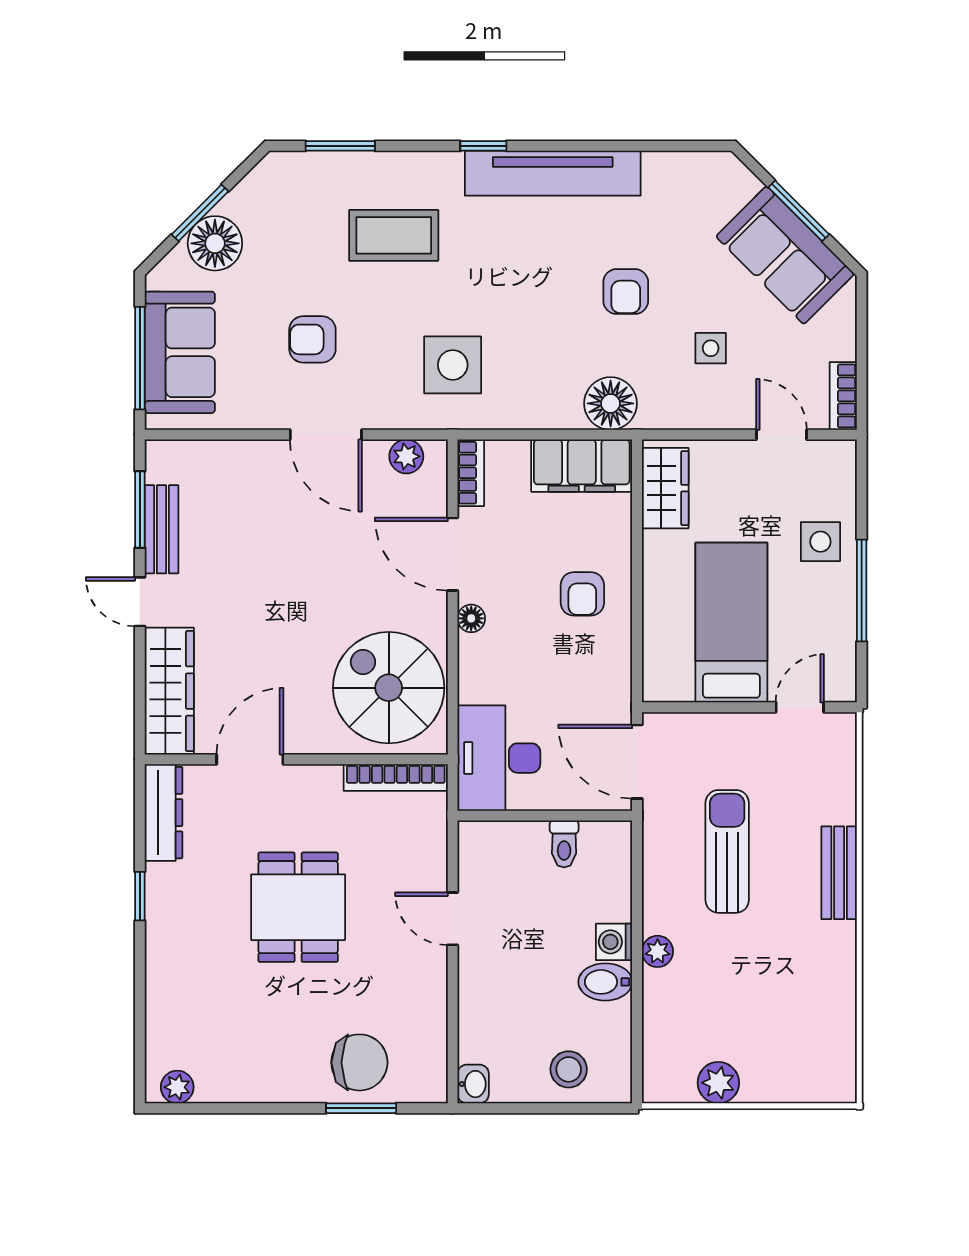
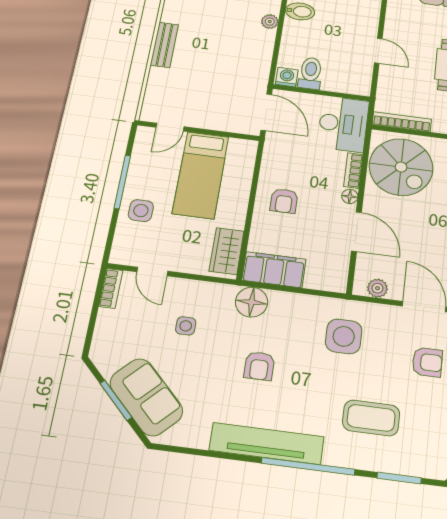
window: (483, 146) -> (308, 466), width x3.17
sofa: (785, 255) -> (146, 397), moved
armchair: (626, 292) -> (259, 366), moved, turned 180
bookcase: (471, 473) -> (353, 171), moved
armchair: (582, 594) -> (284, 201), turned 180
toilet: (564, 844) -> (310, 73), width x1.37, depth x1.39
sun lounger: (727, 851) -> (224, 63), removed
washing machine: (614, 942) -> (287, 77), moved, turned -90

